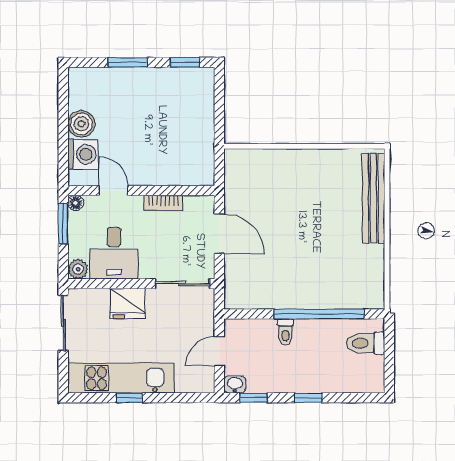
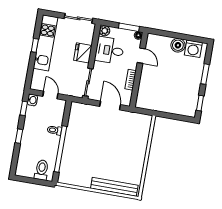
washing machine: (83, 154) -> (193, 49), moved
door: (114, 191) -> (141, 56), hinge flipped
door: (219, 234) -> (110, 105), swing flipped

